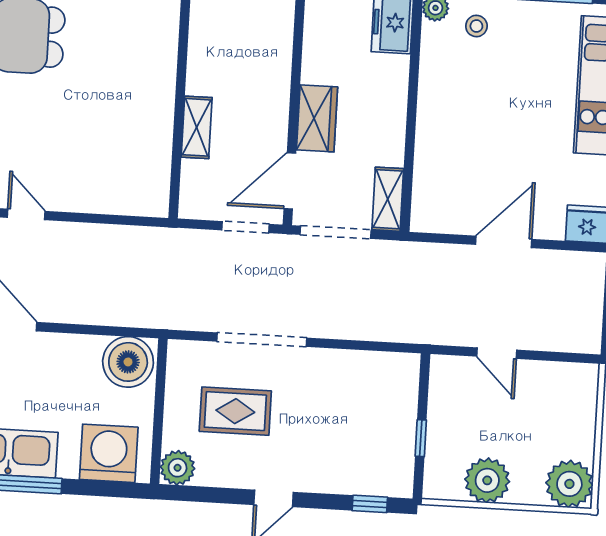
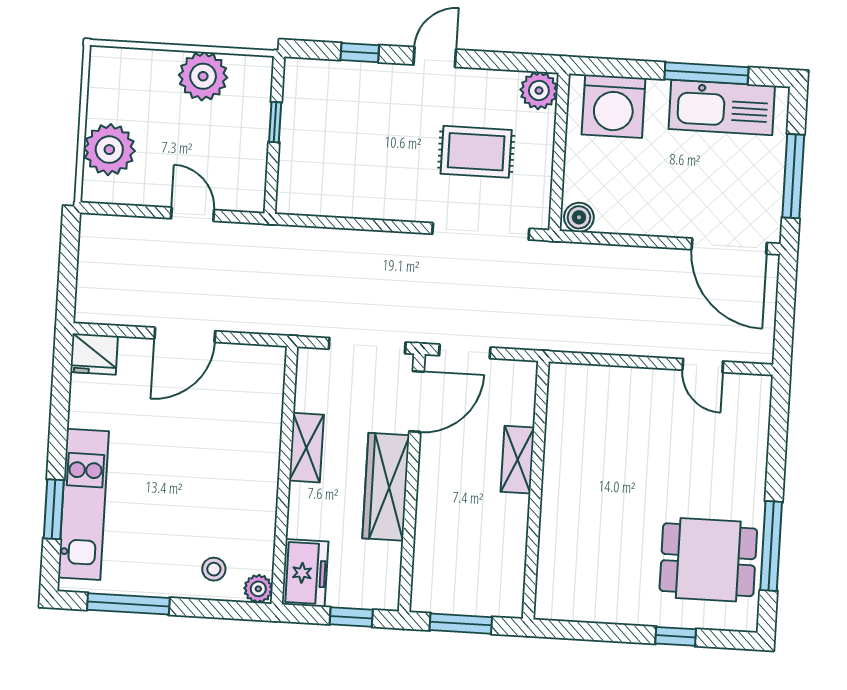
wardrobe: (317, 118) -> (386, 487), width x1.50
shelving: (388, 199) -> (306, 448), moved
doorway: (262, 340) -> (481, 231), moved
boiler: (128, 362) -> (579, 217), width x0.54, depth x0.54
plant: (569, 484) -> (109, 150), moved
window: (370, 504) -> (360, 53), moved

